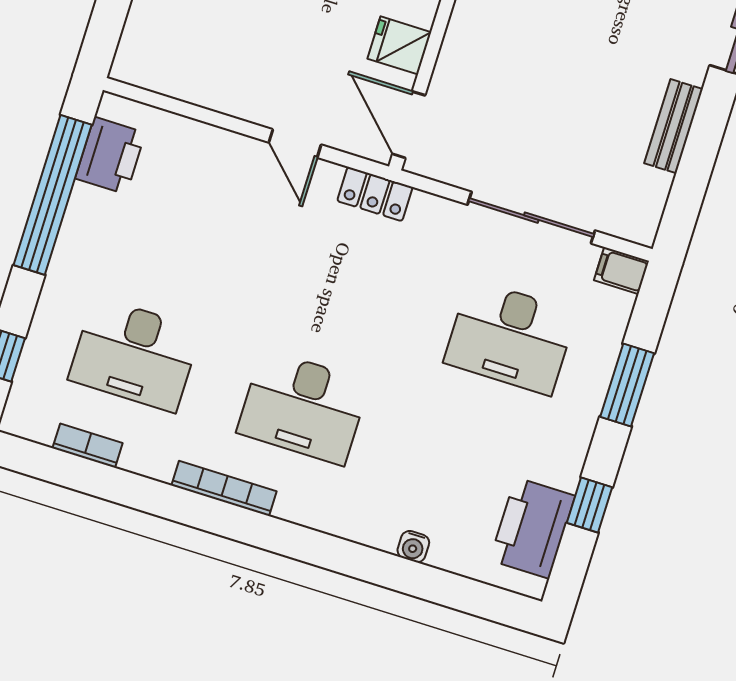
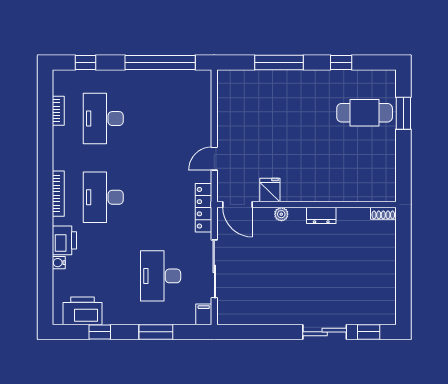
plant: (459, 37) -> (281, 214), added
door: (409, 125) -> (237, 204), swing flipped
bench: (674, 126) -> (272, 317), removed
printer: (110, 156) -> (64, 240), moved, turned -90
locker: (375, 194) -> (203, 208), width x1.53
bookcase: (224, 488) -> (58, 194), moved

